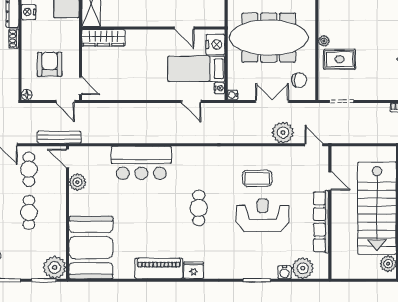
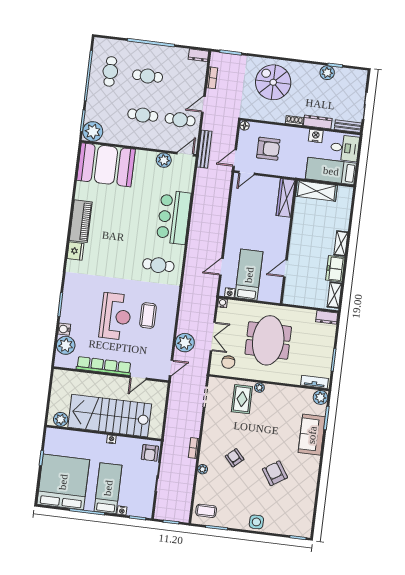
meeting table: (269, 38) -> (268, 340), width x0.73
nightstand: (215, 45) -> (268, 294), removed
cafe table: (199, 208) -> (158, 265), moved

